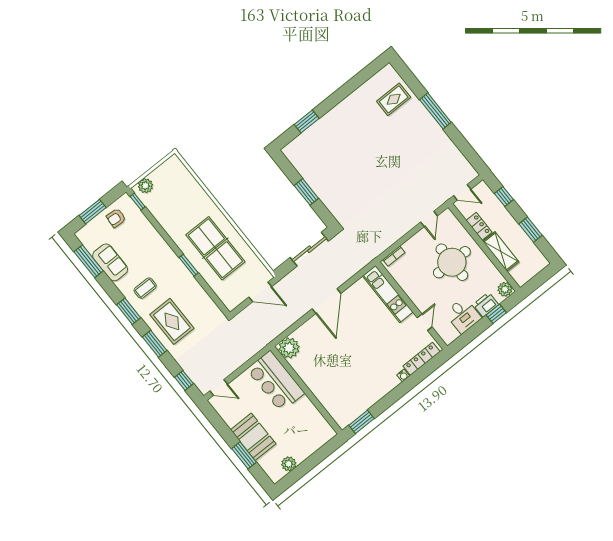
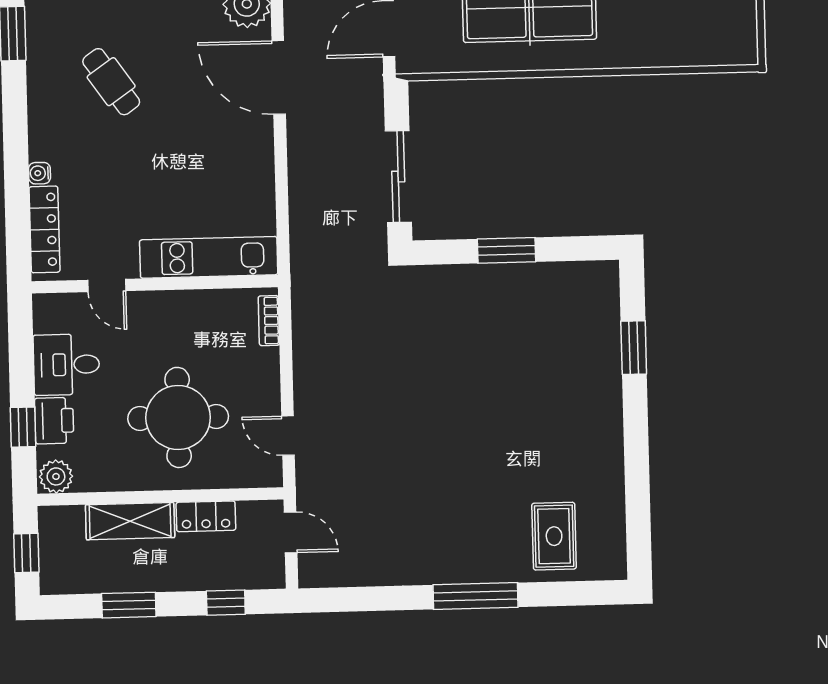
door: (462, 192) -> (291, 532), swing flipped
window: (540, 279) -> (26, 553), added
door: (326, 301) -> (279, 77), moved
cafe table: (352, 375) -> (111, 82), added

